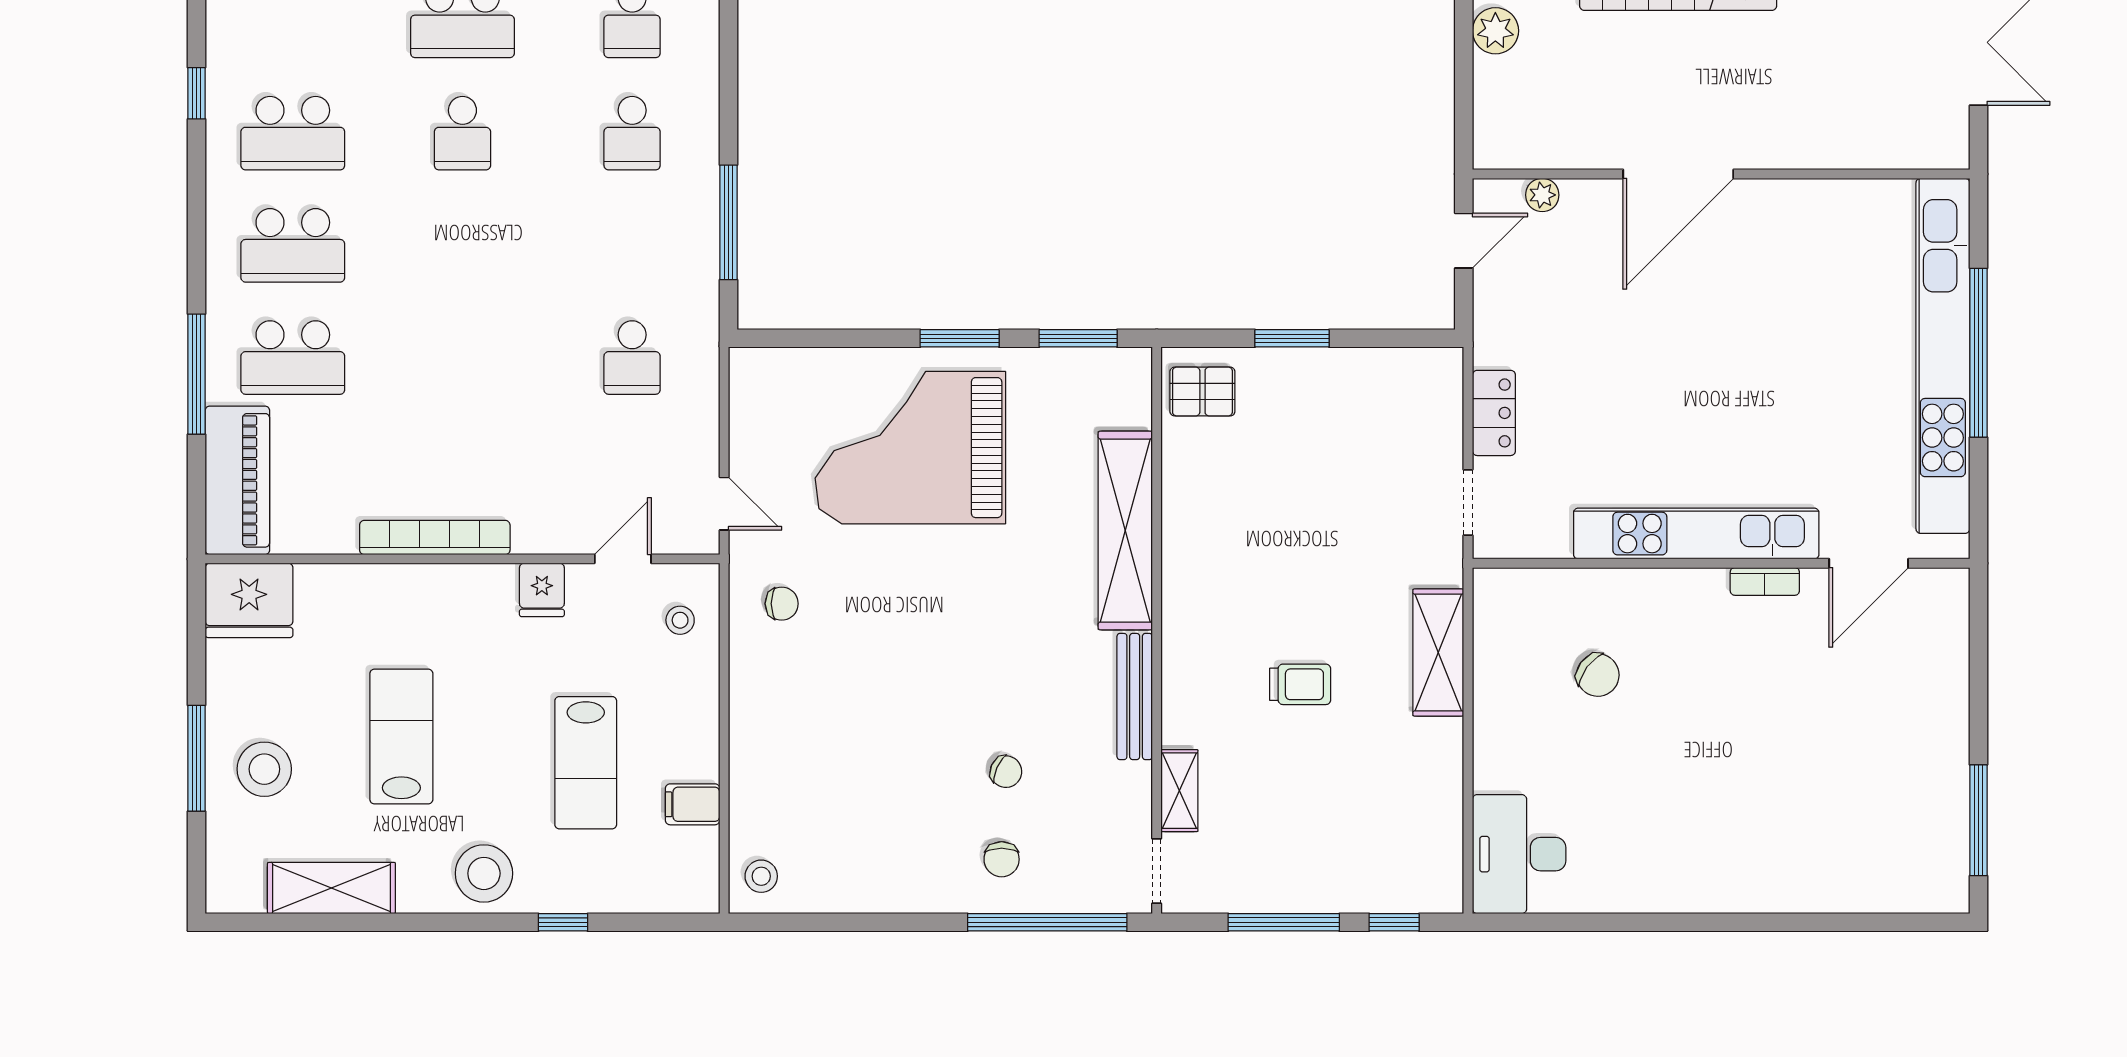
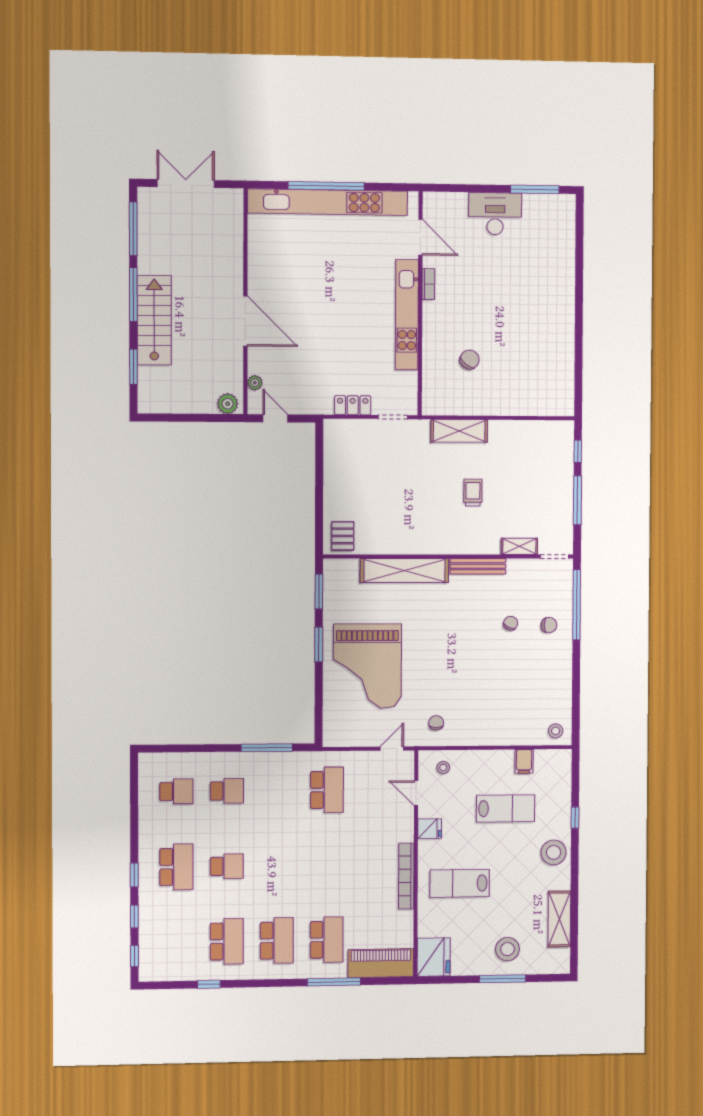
plant: (1495, 31) -> (228, 404), moved
window: (1292, 338) -> (319, 496), removed
school desk: (632, 358) -> (327, 790), width x1.85
lab bench: (401, 737) -> (460, 883), moved
desk: (1519, 854) -> (495, 214), moved, turned 180

